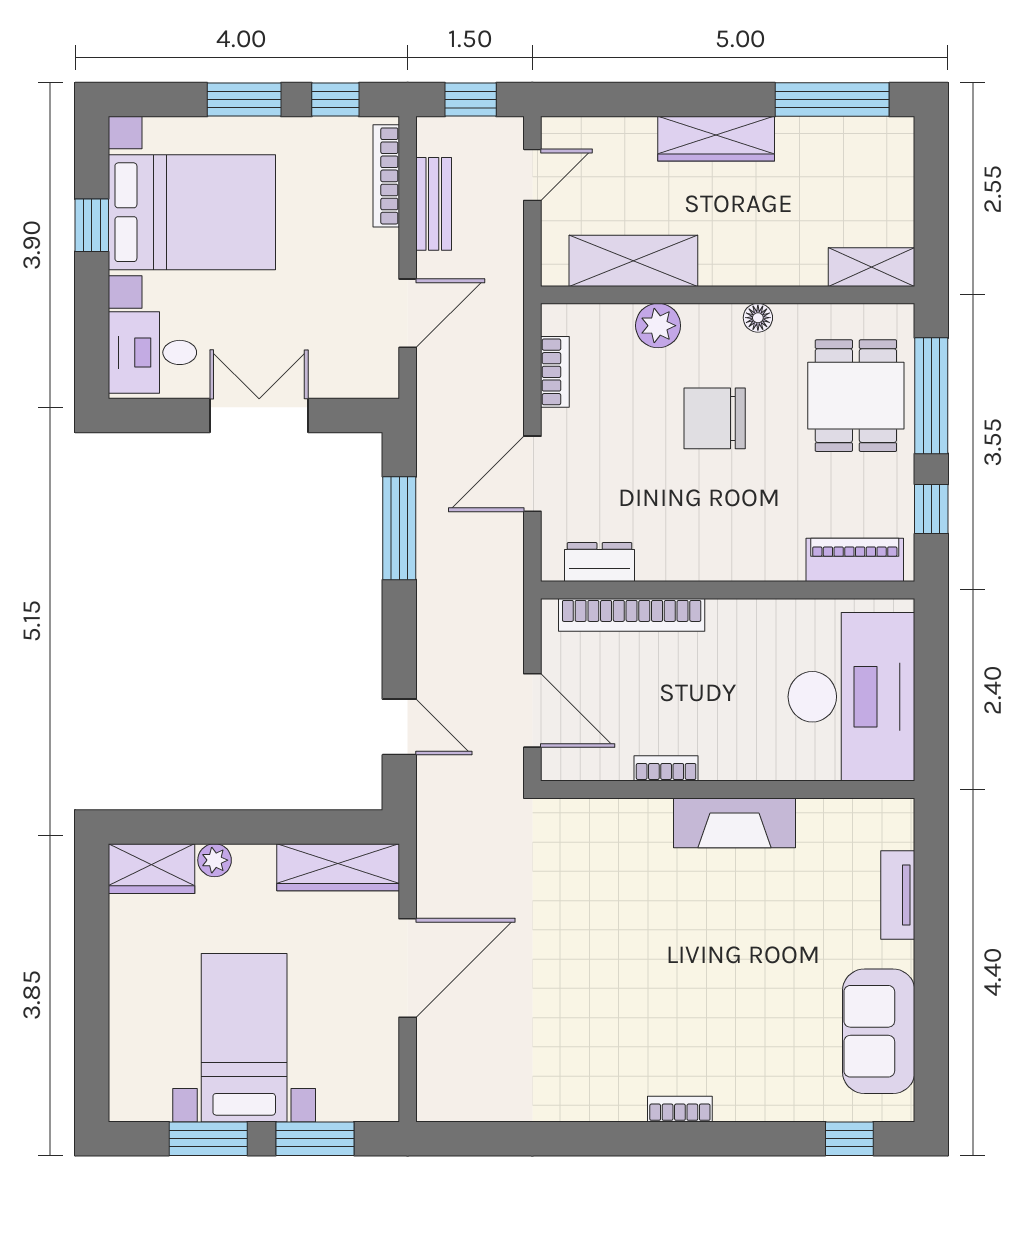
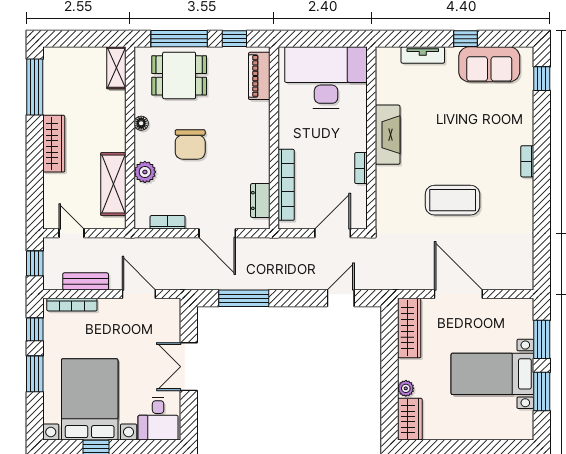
coffee table: (600, 956) -> (453, 200), added
window: (931, 983) -> (466, 39), added

